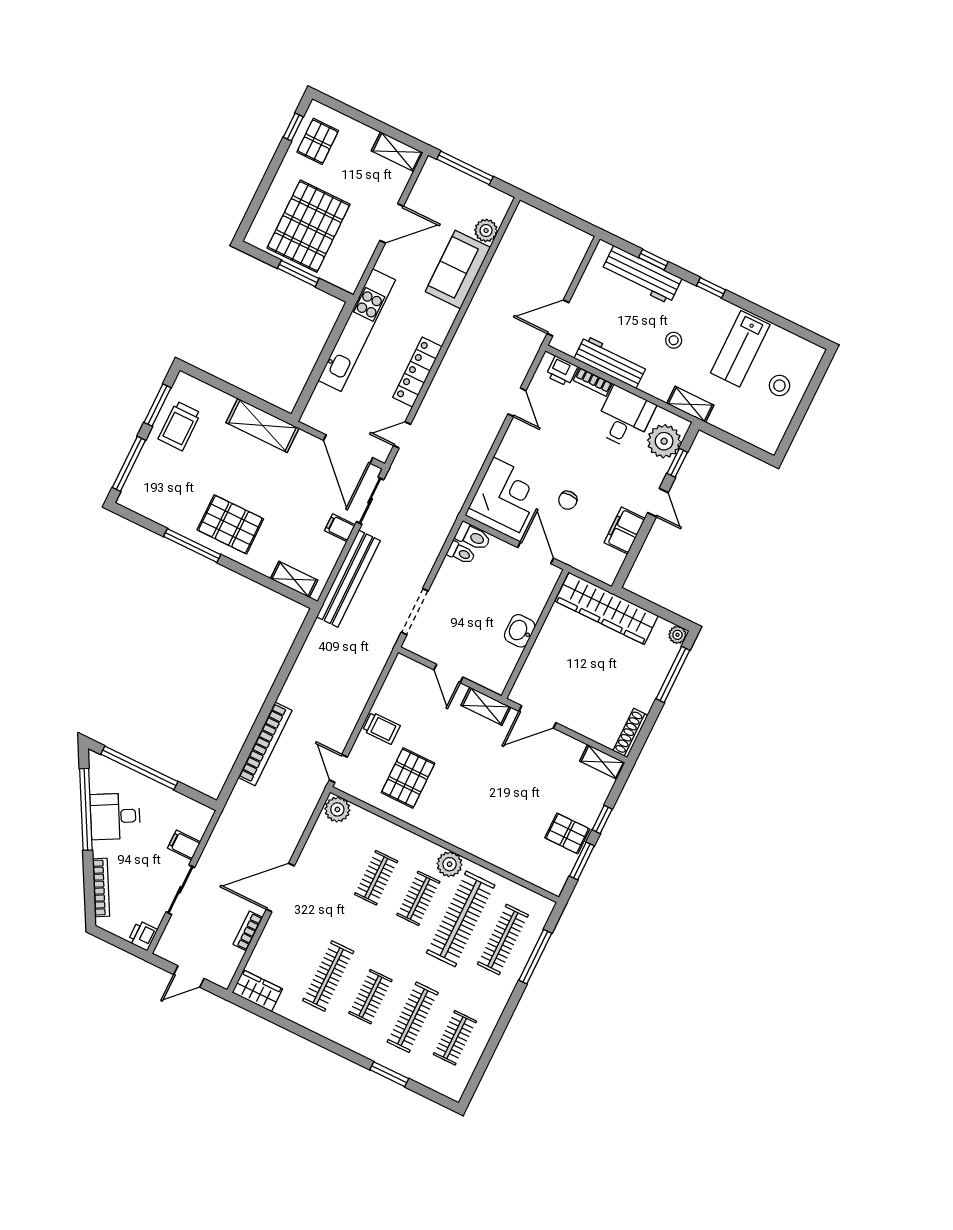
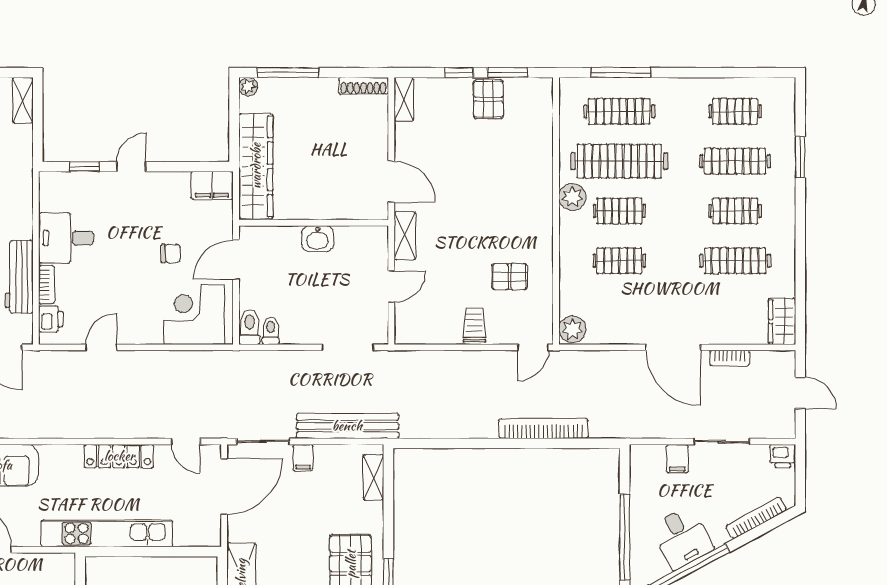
shelving: (690, 404) -> (23, 100), moved
plant: (664, 441) -> (70, 189), removed
filing cabinet: (625, 531) -> (212, 185), moved
pallet: (408, 778) -> (509, 277), width x0.67, depth x0.71

